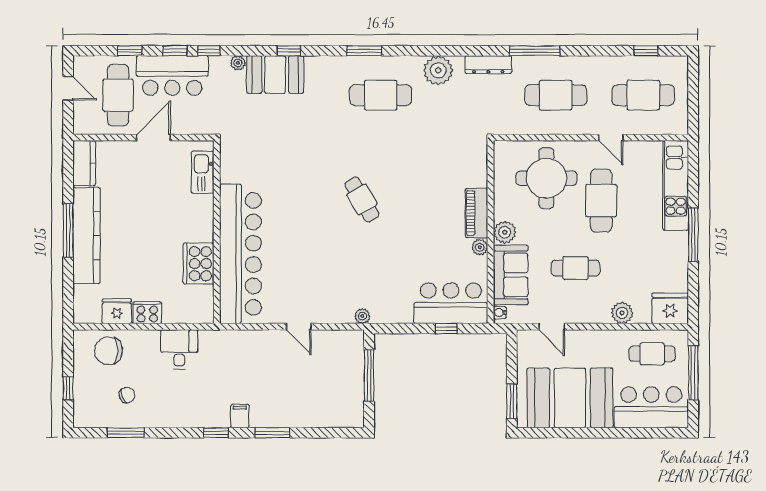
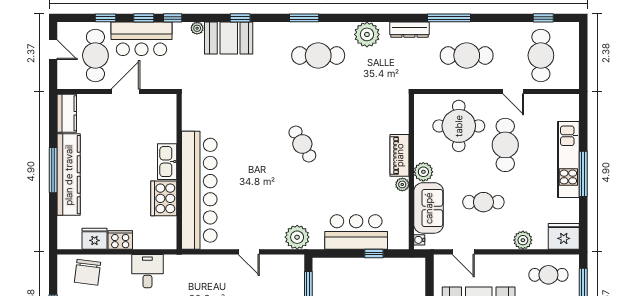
cafe table: (643, 95) -> (541, 55), turned 90
kitchen sink: (203, 172) -> (167, 162), moved
kitchen unit: (676, 185) -> (568, 159), moved
bar counter: (451, 303) -> (356, 232), moved
plant: (362, 316) -> (297, 237), width x1.88, depth x1.88
chair: (109, 351) -> (87, 272), turned -83

